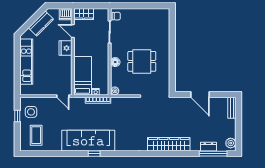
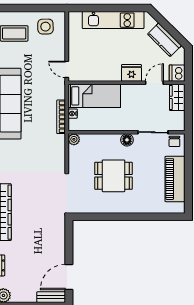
piano: (144, 16) -> (175, 179), added
dining table: (142, 61) -> (113, 176), turned 90
floor lamp: (115, 62) -> (127, 140), moved
door: (200, 95) -> (69, 277), moved
door: (63, 96) -> (67, 69), hinge flipped
window: (17, 116) -> (40, 8), removed

